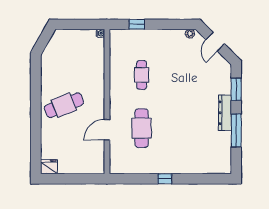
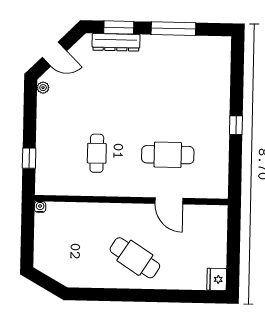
cafe table: (142, 75) -> (97, 153), turned 90
cafe table: (64, 105) -> (135, 258), turned -35
dresser: (225, 113) -> (116, 42), moved

